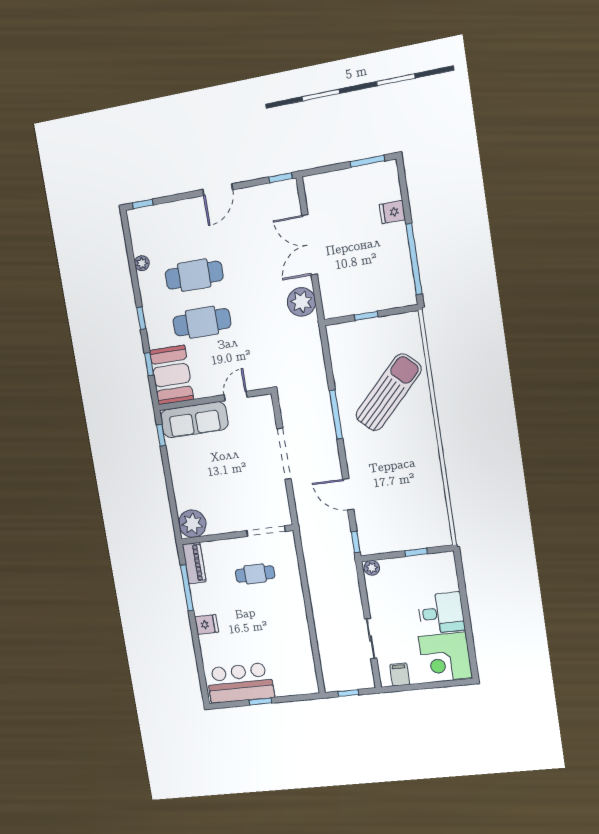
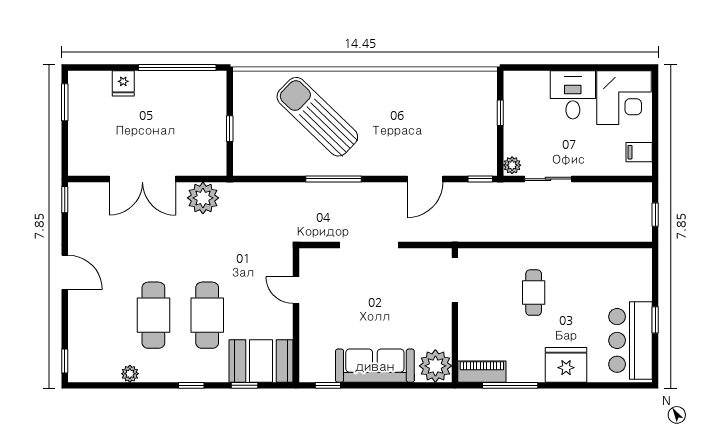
sofa: (194, 420) -> (375, 366), moved, turned -90
cafe table: (255, 574) -> (534, 293), moved
fridge: (206, 624) -> (566, 365), width x1.88, depth x1.34
sliding door: (371, 639) -> (548, 179), moved

